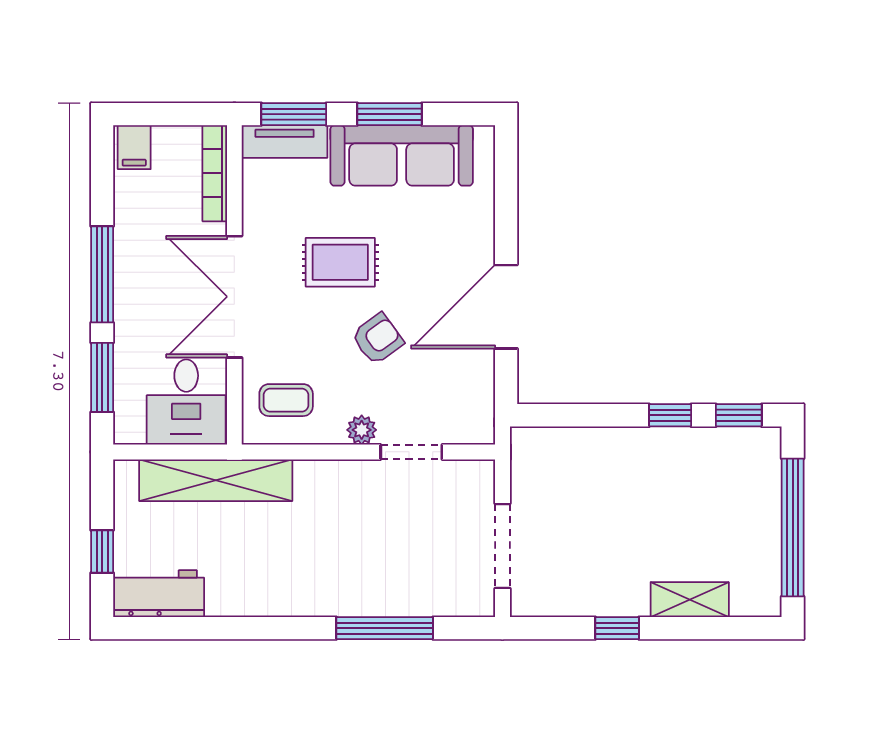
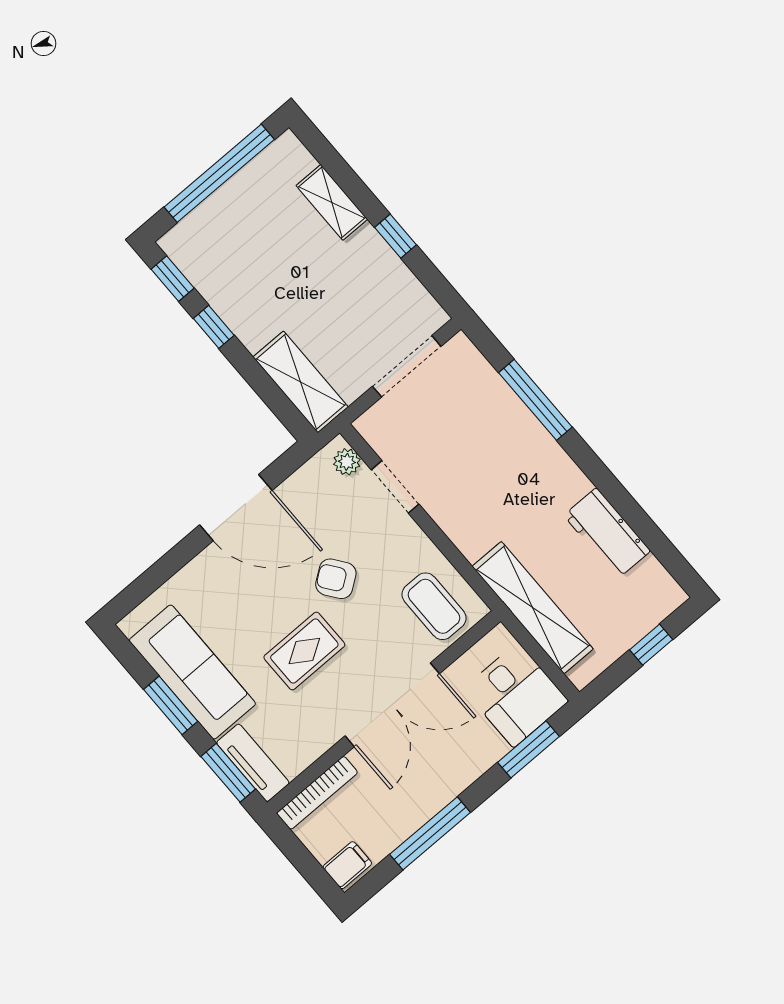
rug: (340, 262) -> (304, 651), turned 90
window: (102, 274) -> (430, 833), moved
coffee table: (286, 400) -> (434, 606), width x1.36, depth x1.30
desk: (186, 402) -> (516, 695), moved, turned 90
plant: (362, 430) -> (347, 462), moved
shelving: (564, 448) -> (301, 382), added
workbench: (159, 594) -> (607, 533), moved

